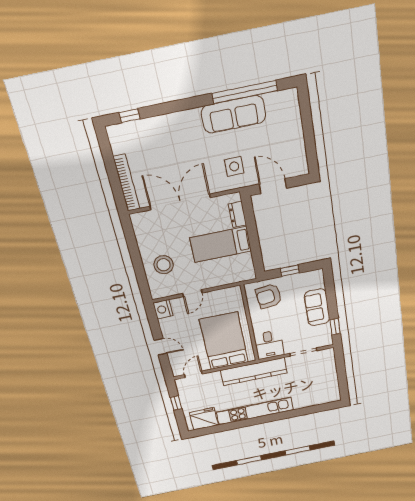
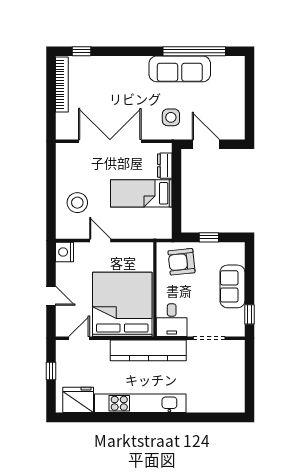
bookcase: (126, 183) -> (62, 84), moved
door: (192, 293) -> (100, 241), swing flipped
bed: (224, 341) -> (122, 304), width x1.36

